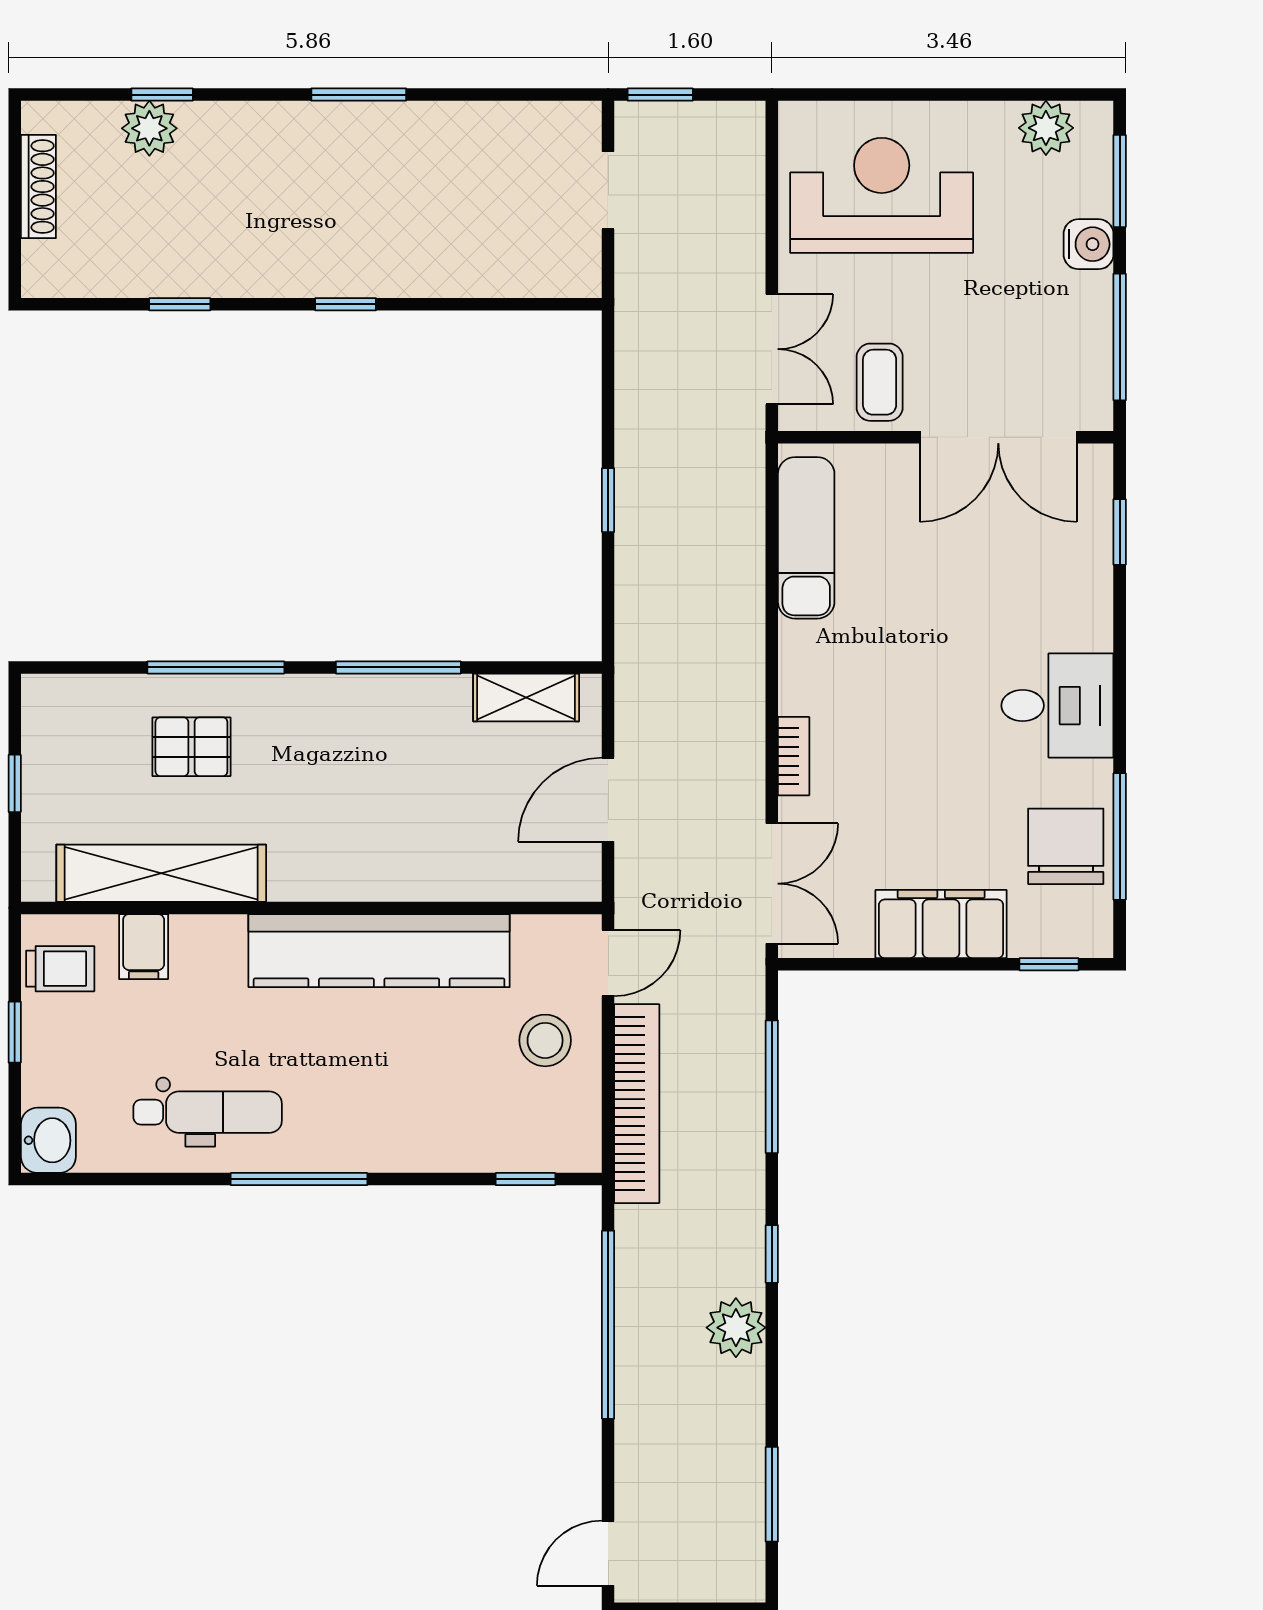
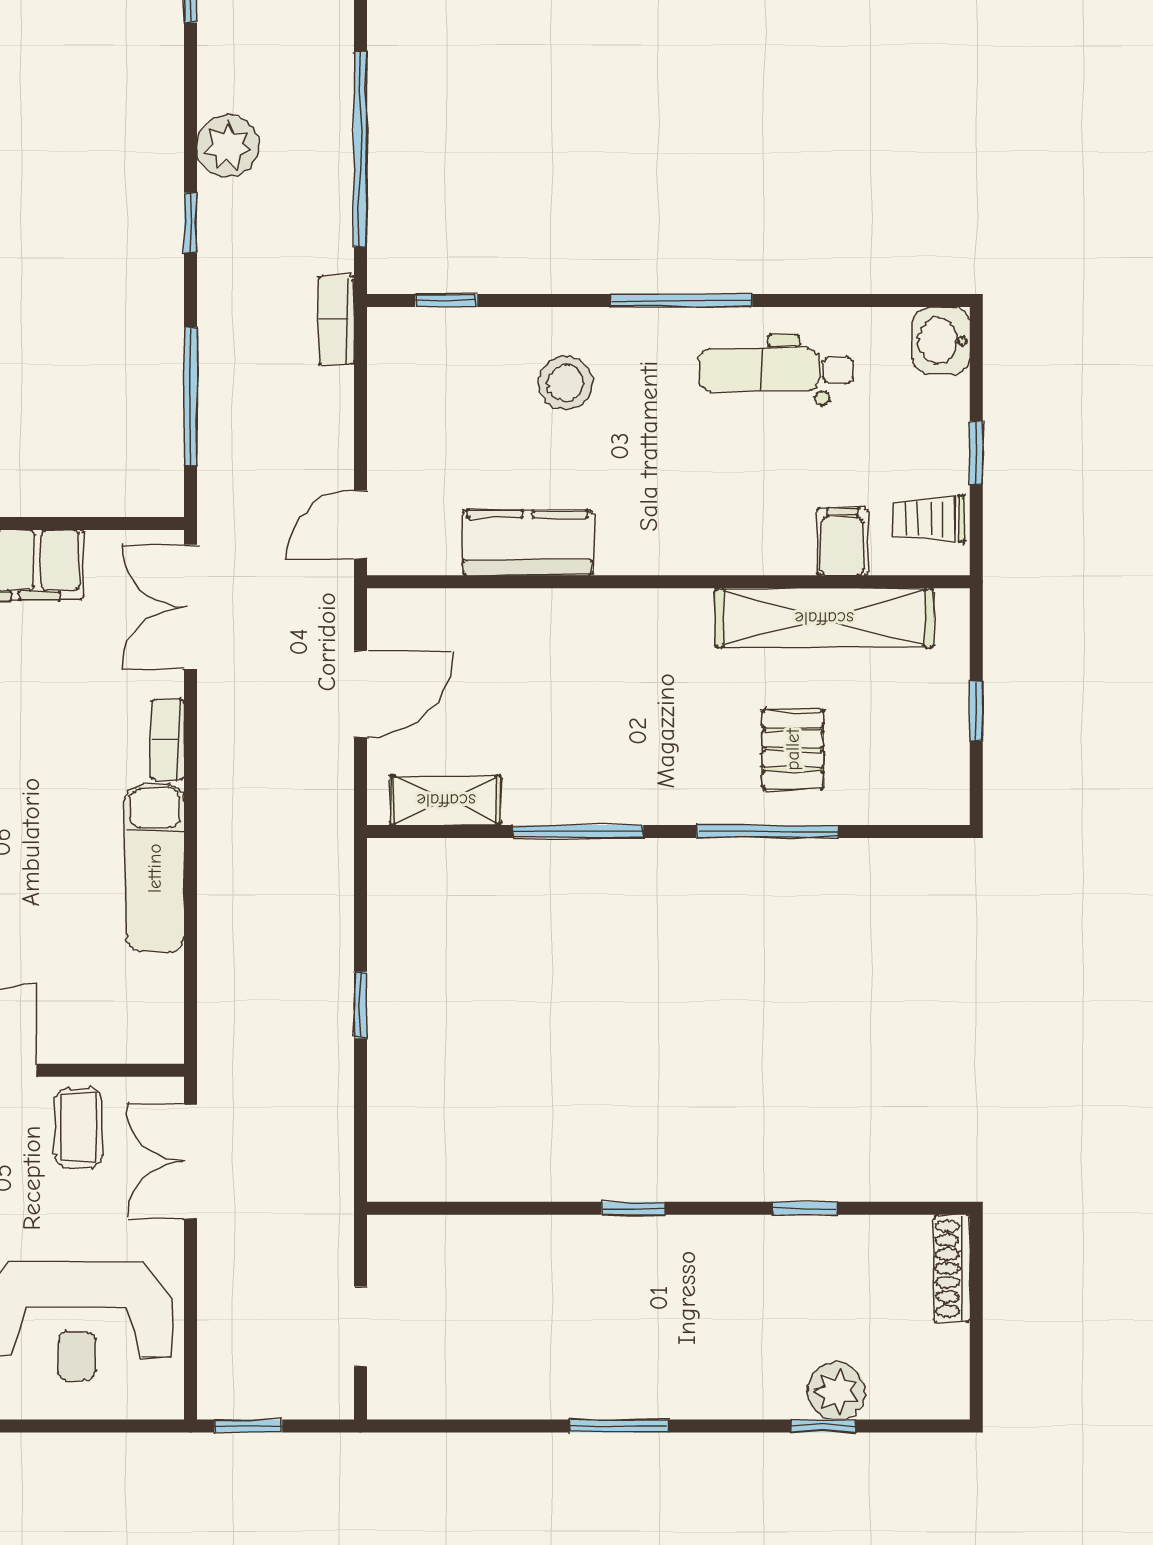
window: (660, 95) -> (248, 1426), moved
shoe rack: (38, 187) -> (952, 1268), moved
exam couch: (806, 538) -> (155, 868), moved
pallet: (191, 747) -> (793, 749), turned 90
kitchen counter: (379, 951) -> (528, 543), width x0.48, depth x0.86
stool: (545, 1040) -> (566, 383), moved
bookcase: (637, 1104) -> (336, 320), width x0.43, depth x0.76

